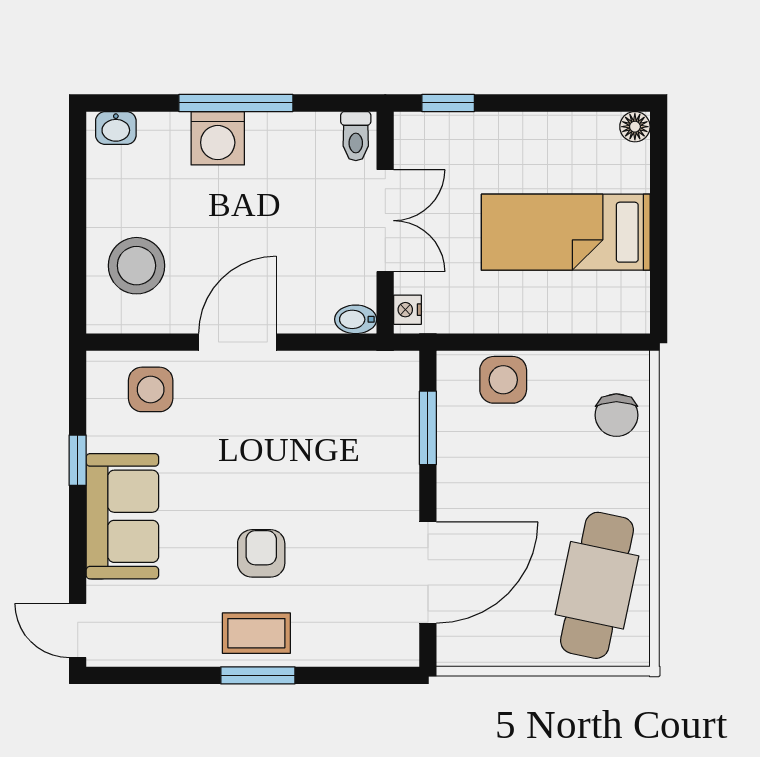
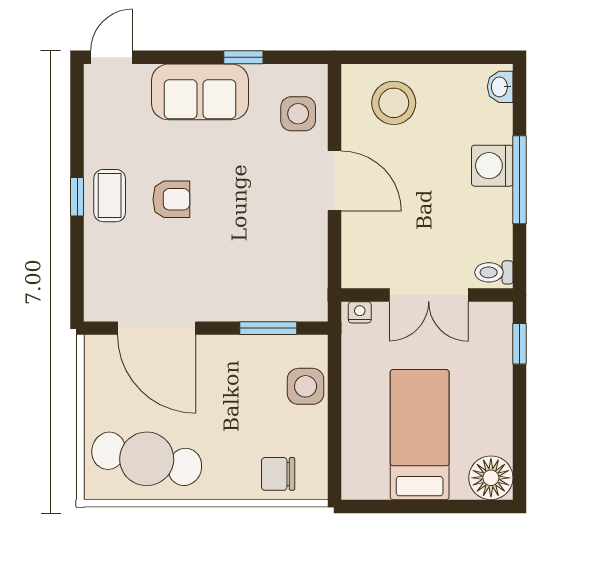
floor lamp: (635, 127) -> (491, 478), width x1.89, depth x1.89
bidet: (356, 319) -> (352, 272), removed
window: (258, 675) -> (77, 197), width x0.67

